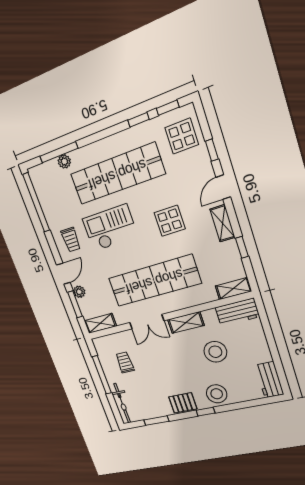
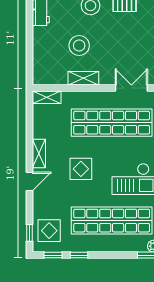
window: (212, 150) -> (30, 233), moved
window: (242, 247) -> (30, 130), removed
workbench: (237, 312) -> (50, 76), removed
shelving: (186, 323) -> (83, 78), moved

